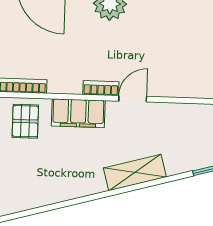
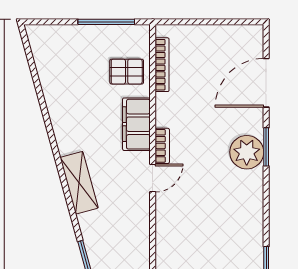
door: (133, 99) -> (153, 178), hinge flipped

